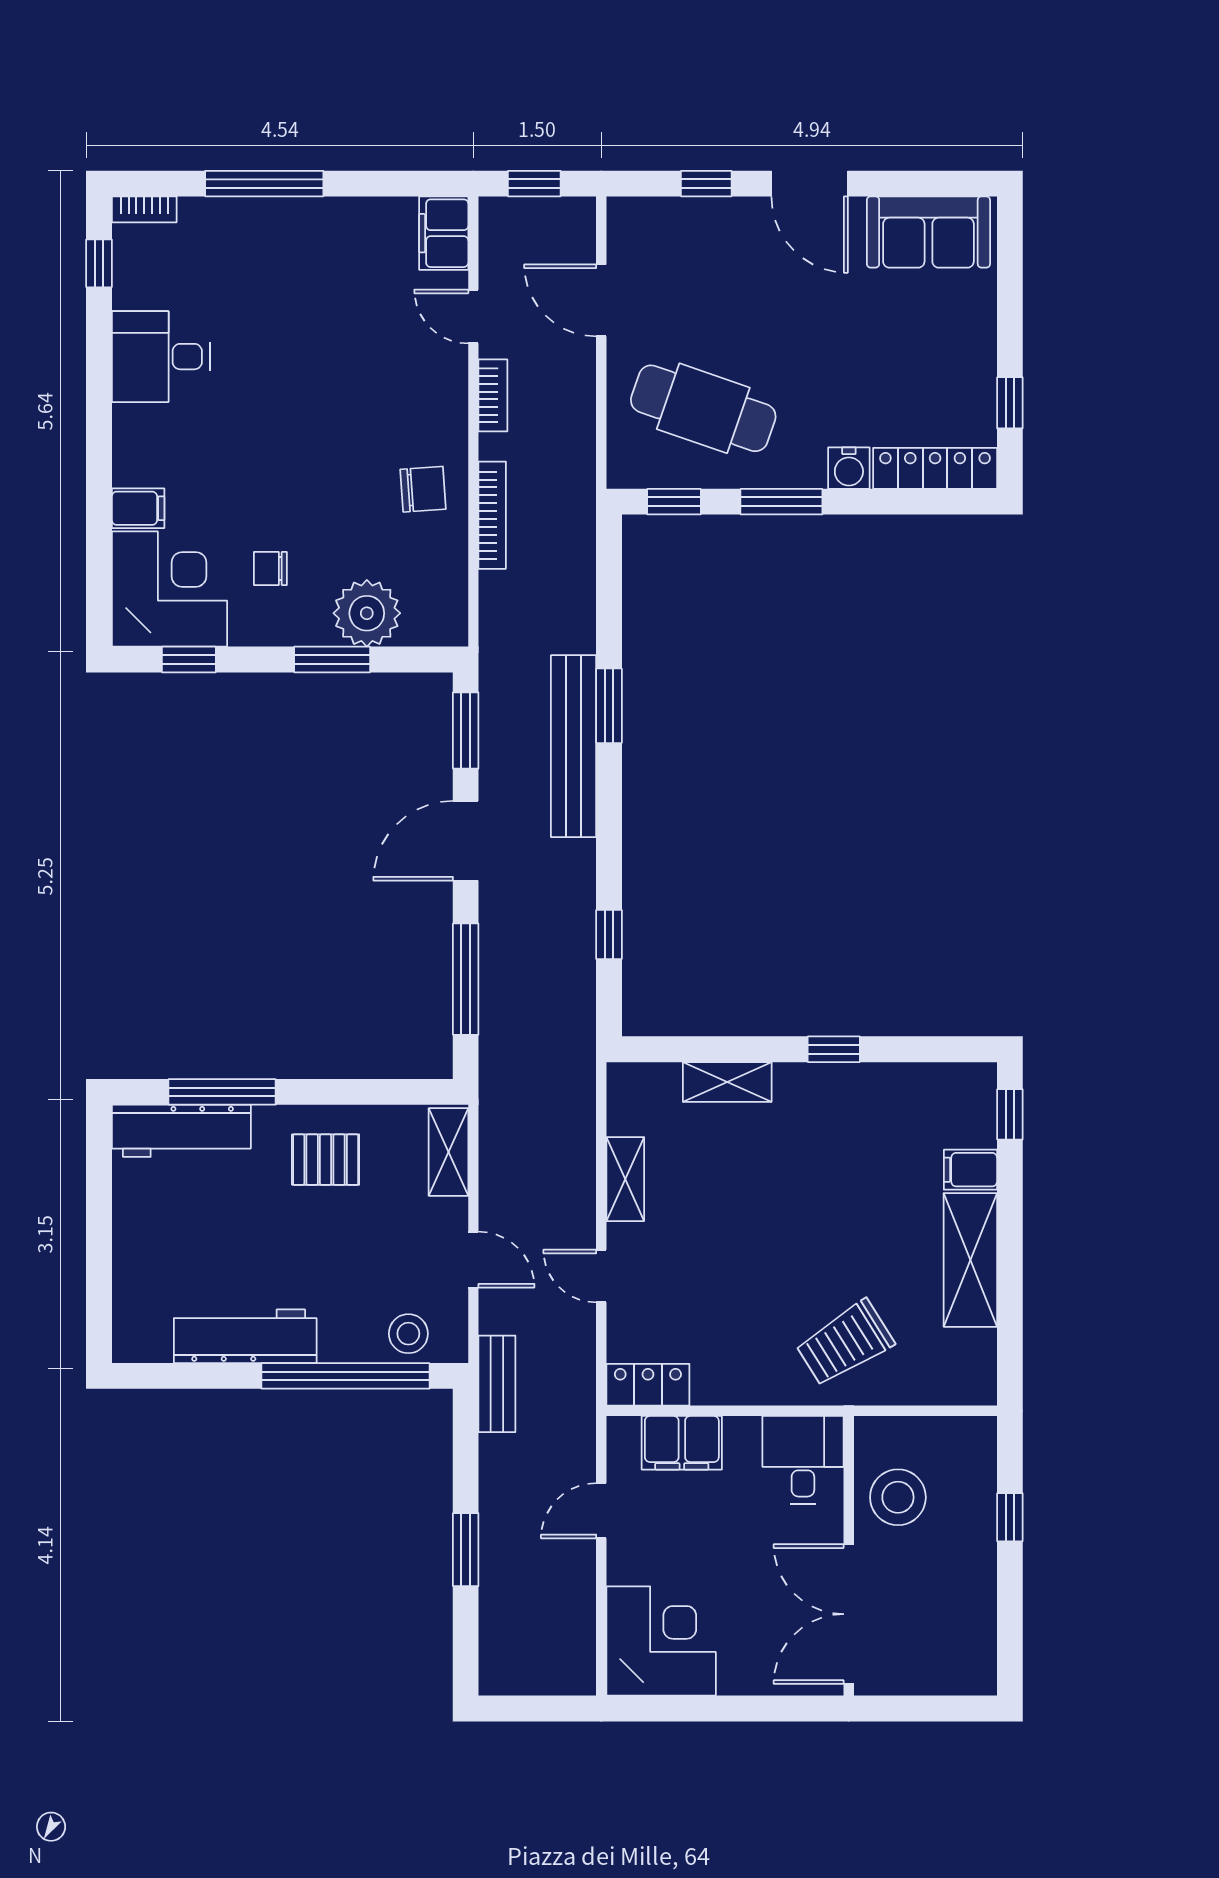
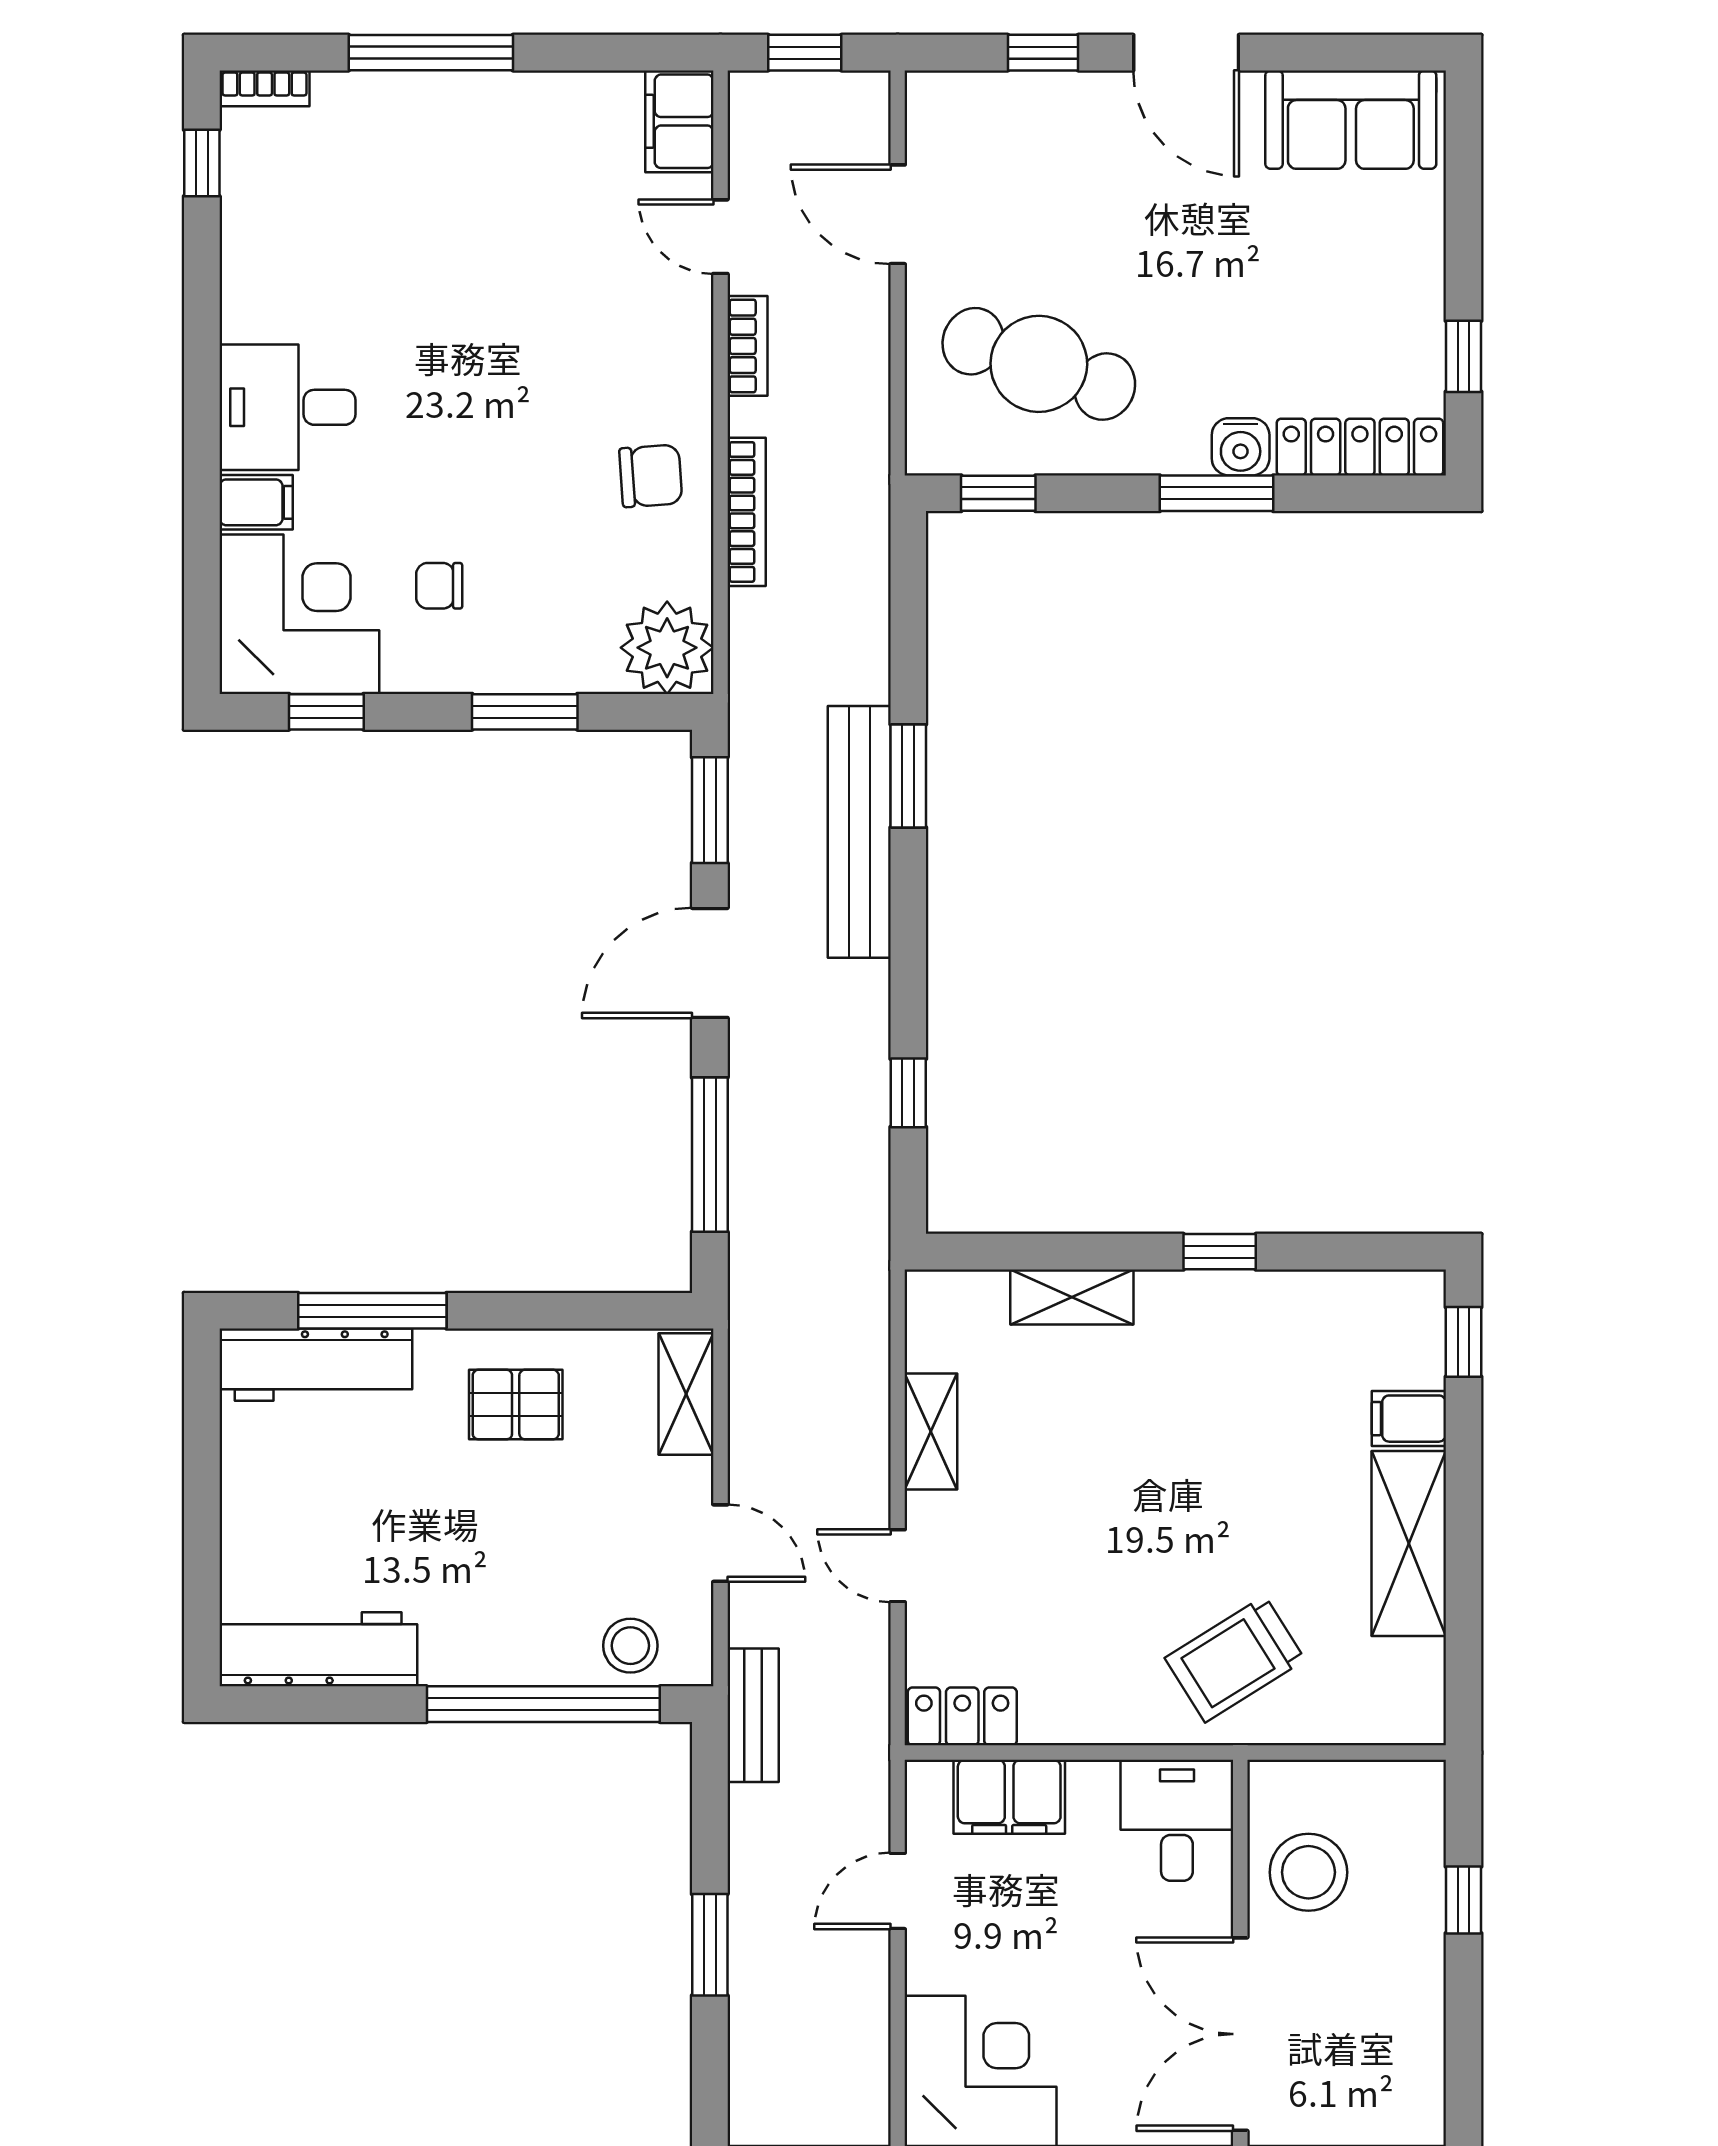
desk: (161, 357) -> (287, 407), moved
window: (781, 502) -> (1217, 493), moved
plant: (367, 613) -> (667, 648), moved
workbench: (245, 1336) -> (318, 1649), moved

